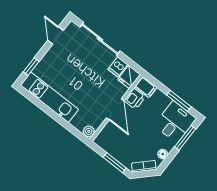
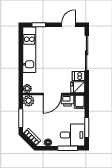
plant: (103, 140) -> (29, 101), added

